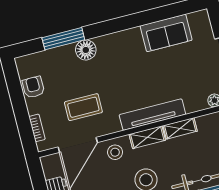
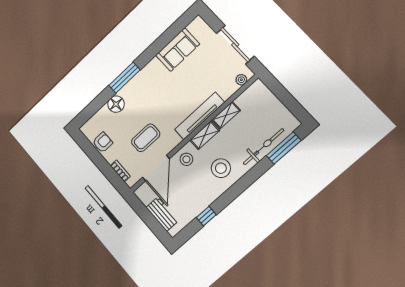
window: (63, 39) -> (124, 78), moved
floor lamp: (86, 50) -> (116, 104), moved
armchair: (33, 87) -> (103, 142), turned 90

